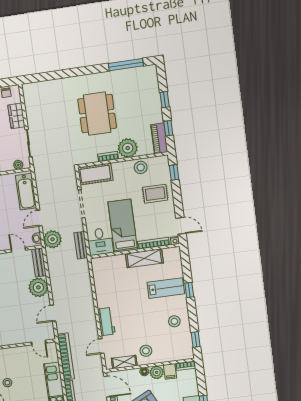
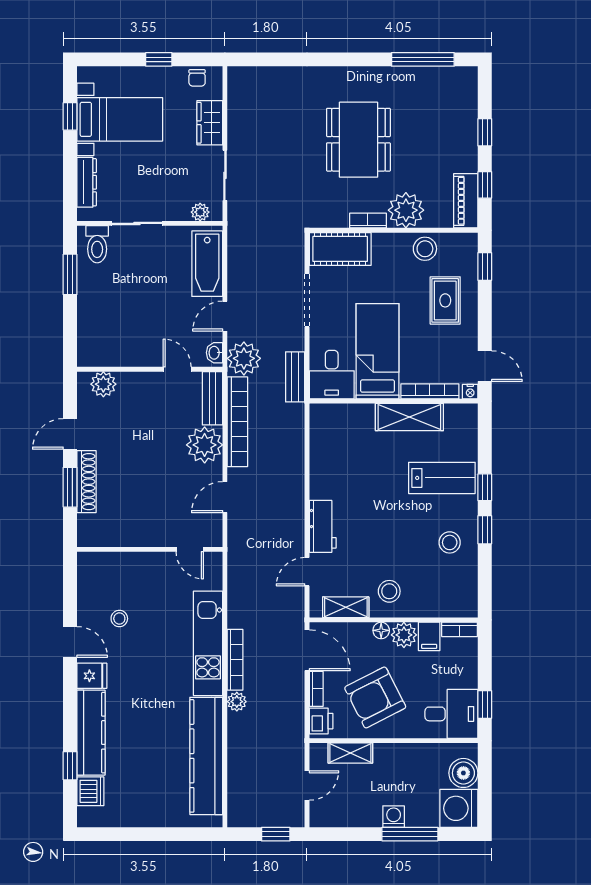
rug: (155, 194) -> (445, 300), turned 90
window: (196, 339) -> (485, 530), moved
bookcase: (66, 357) -> (237, 422), moved

